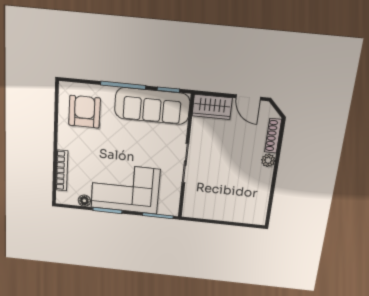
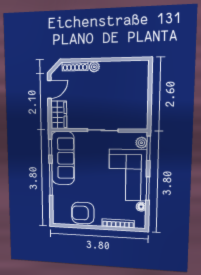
armchair: (85, 112) -> (83, 213), moved
plant: (165, 208) -> (141, 143), added

